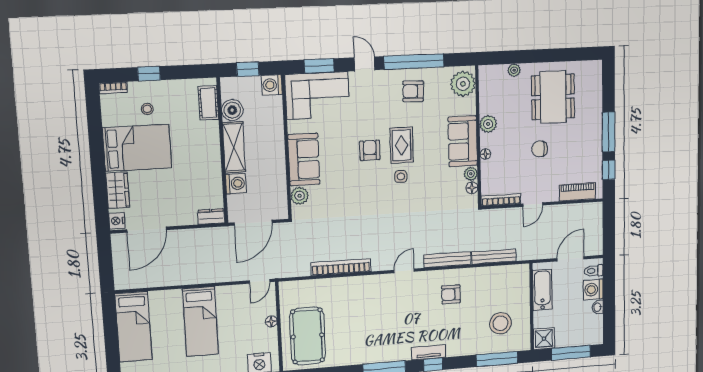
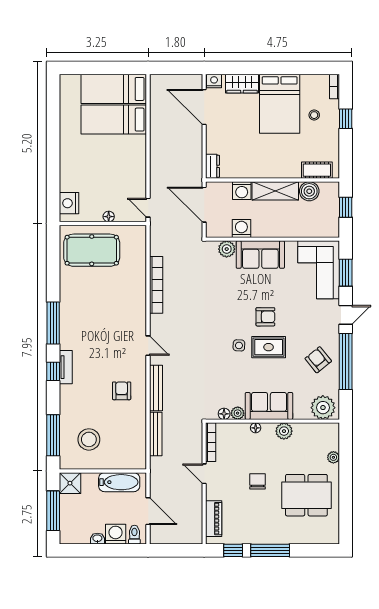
washing machine: (272, 85) -> (241, 228), moved
armchair: (413, 91) -> (318, 360), turned -41
bed: (201, 321) -> (114, 120), moved

